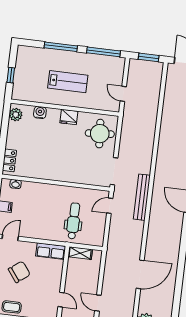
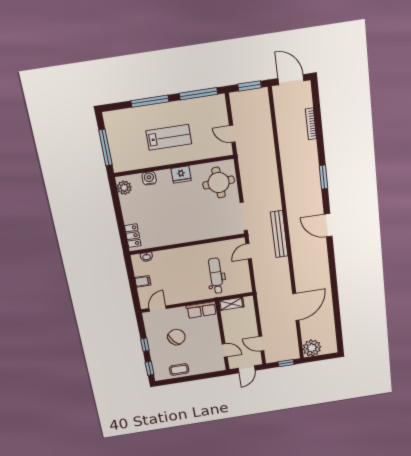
window: (11, 75) -> (105, 147), width x2.17

